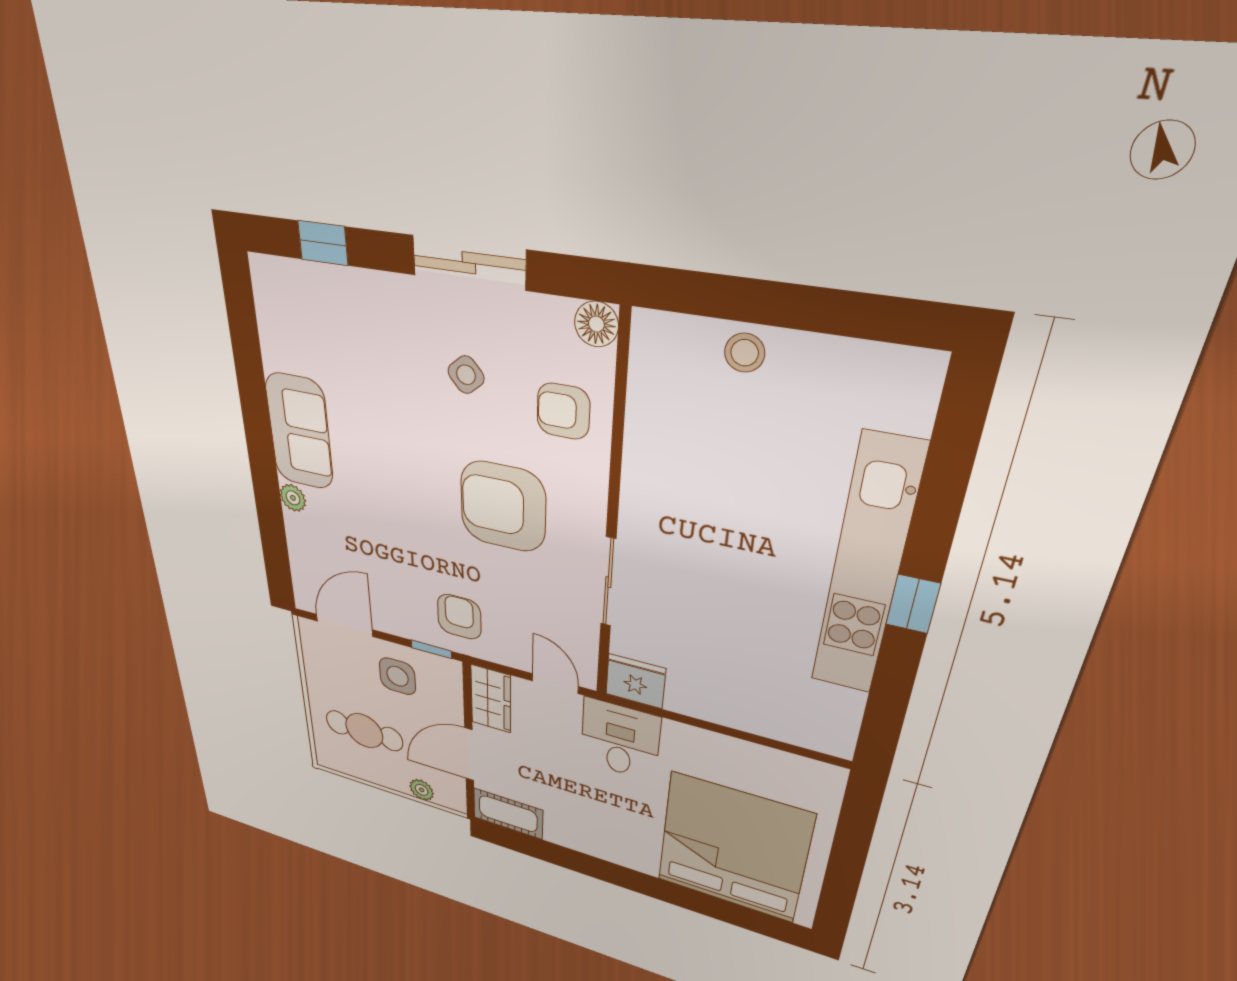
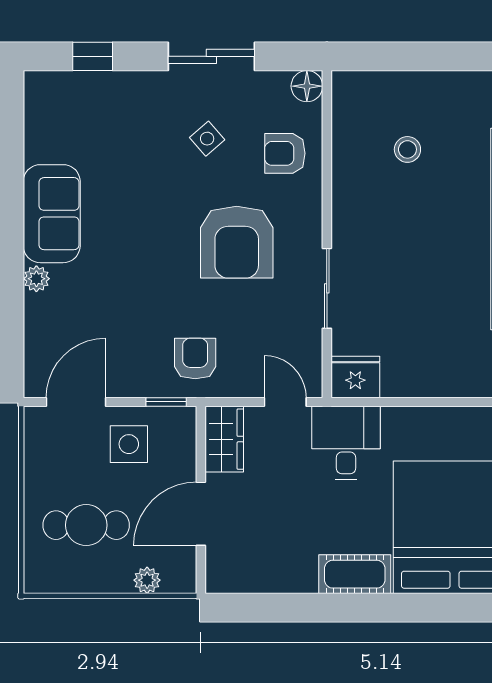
stool: (745, 353) -> (407, 149), moved
armchair: (503, 507) -> (237, 242), turned -90
cot: (508, 814) -> (355, 574), moved

